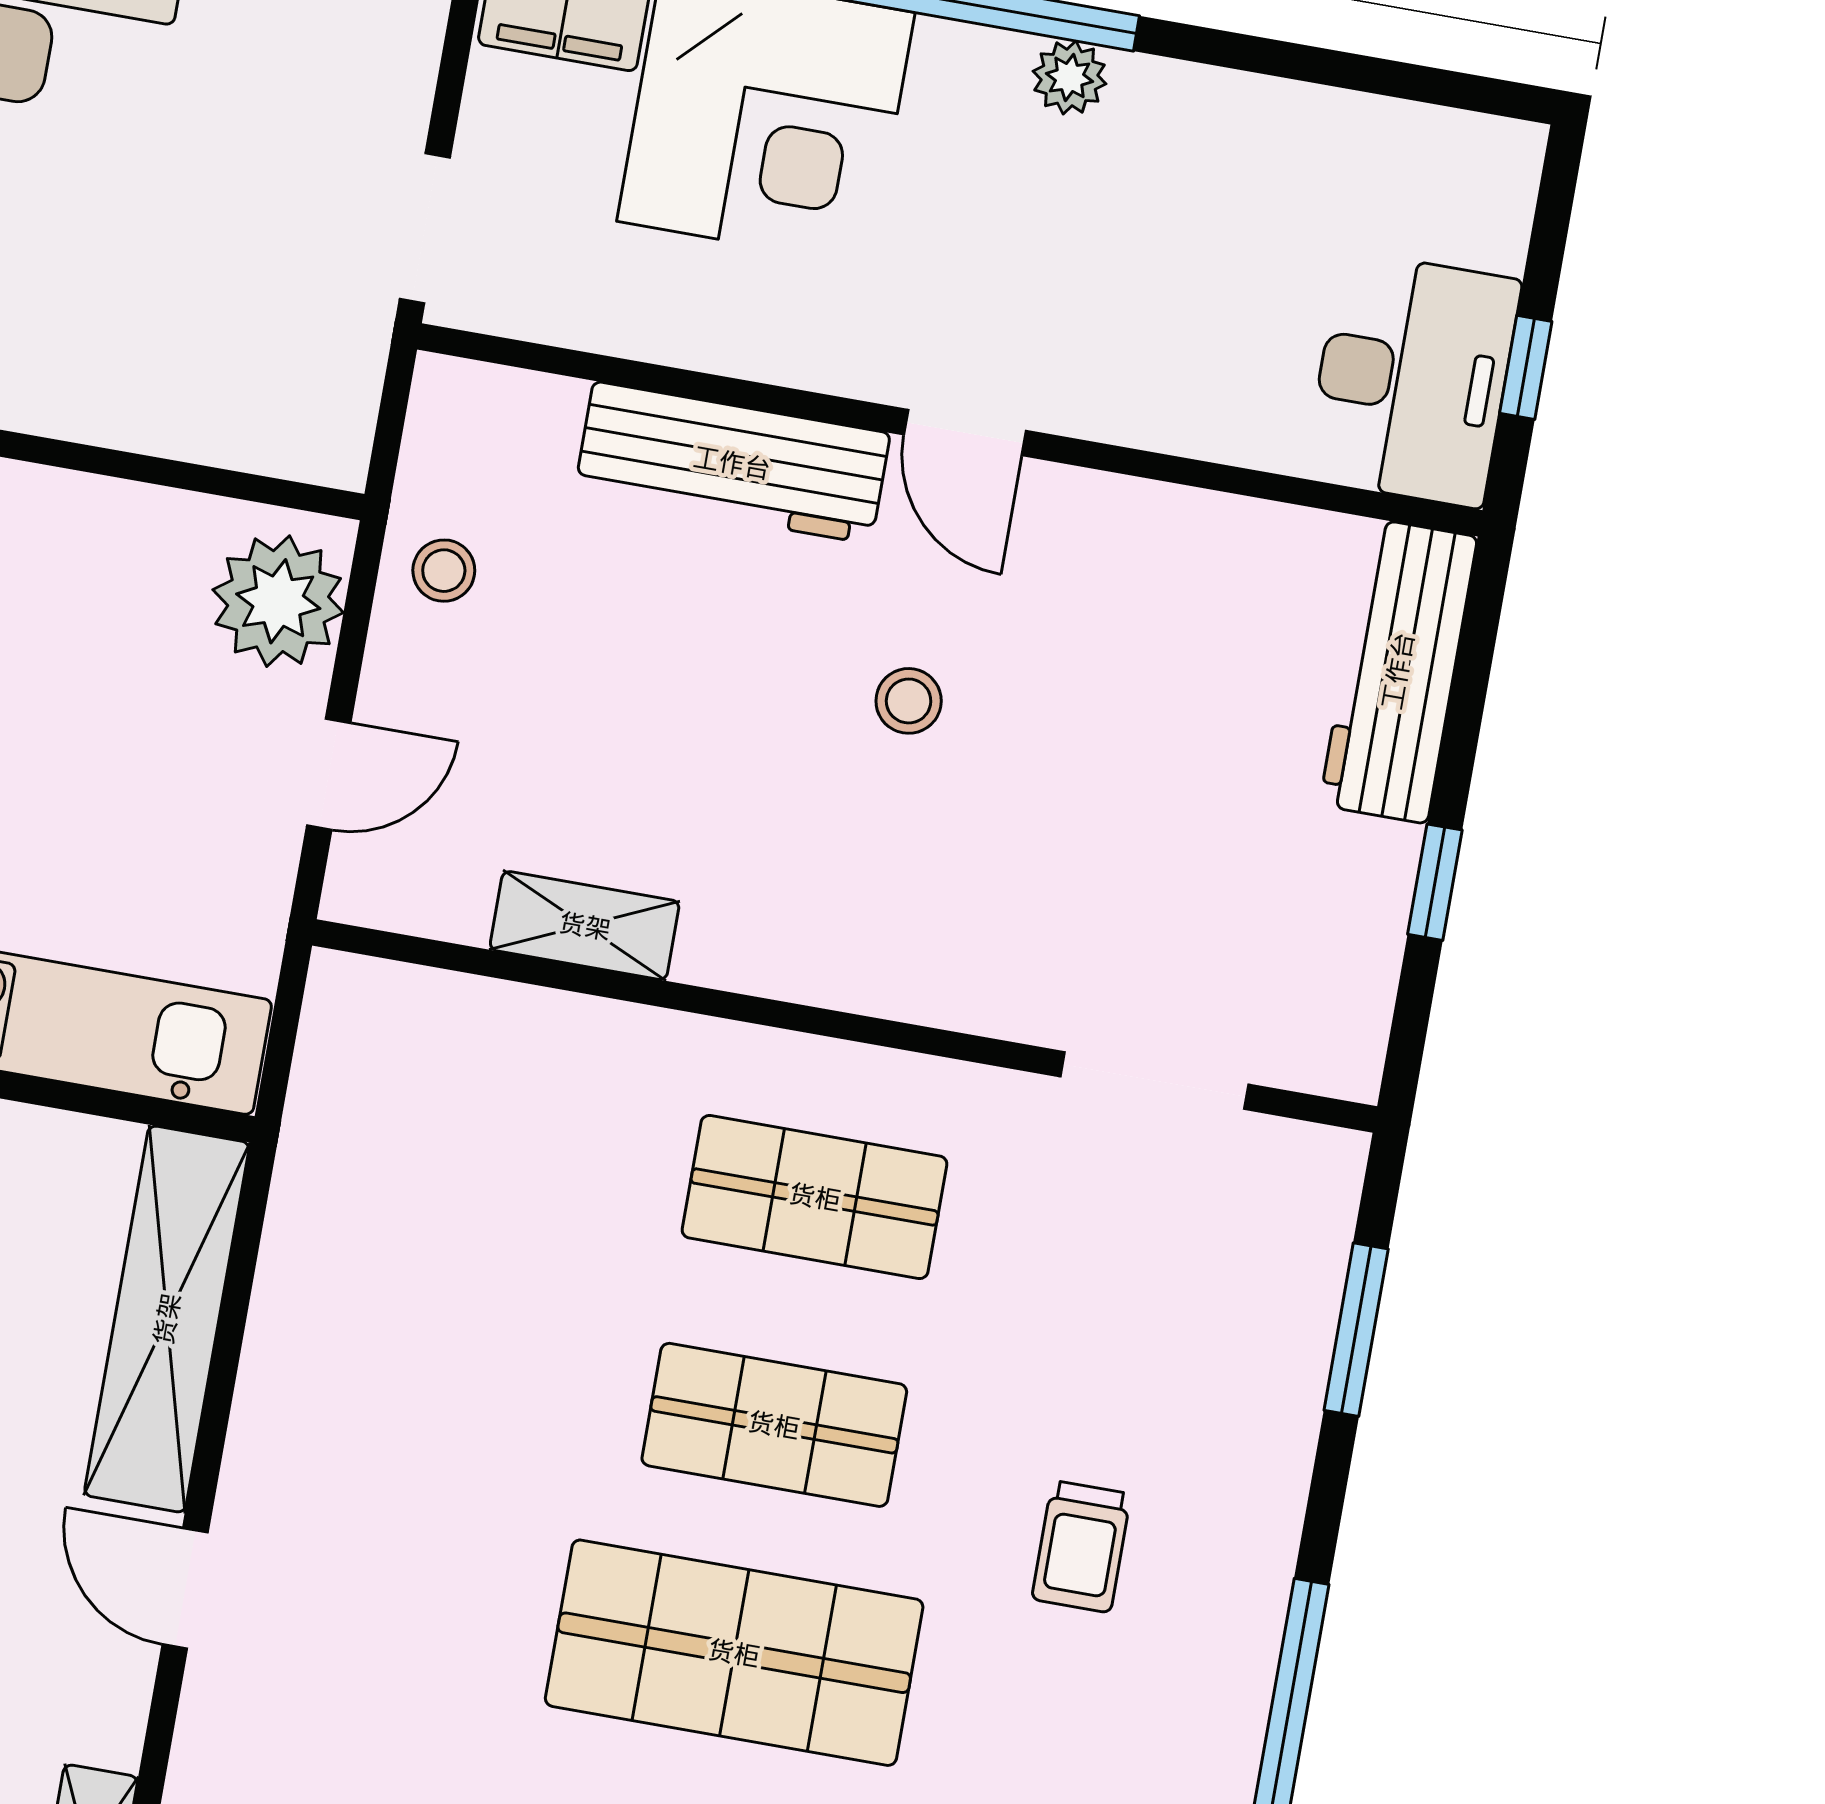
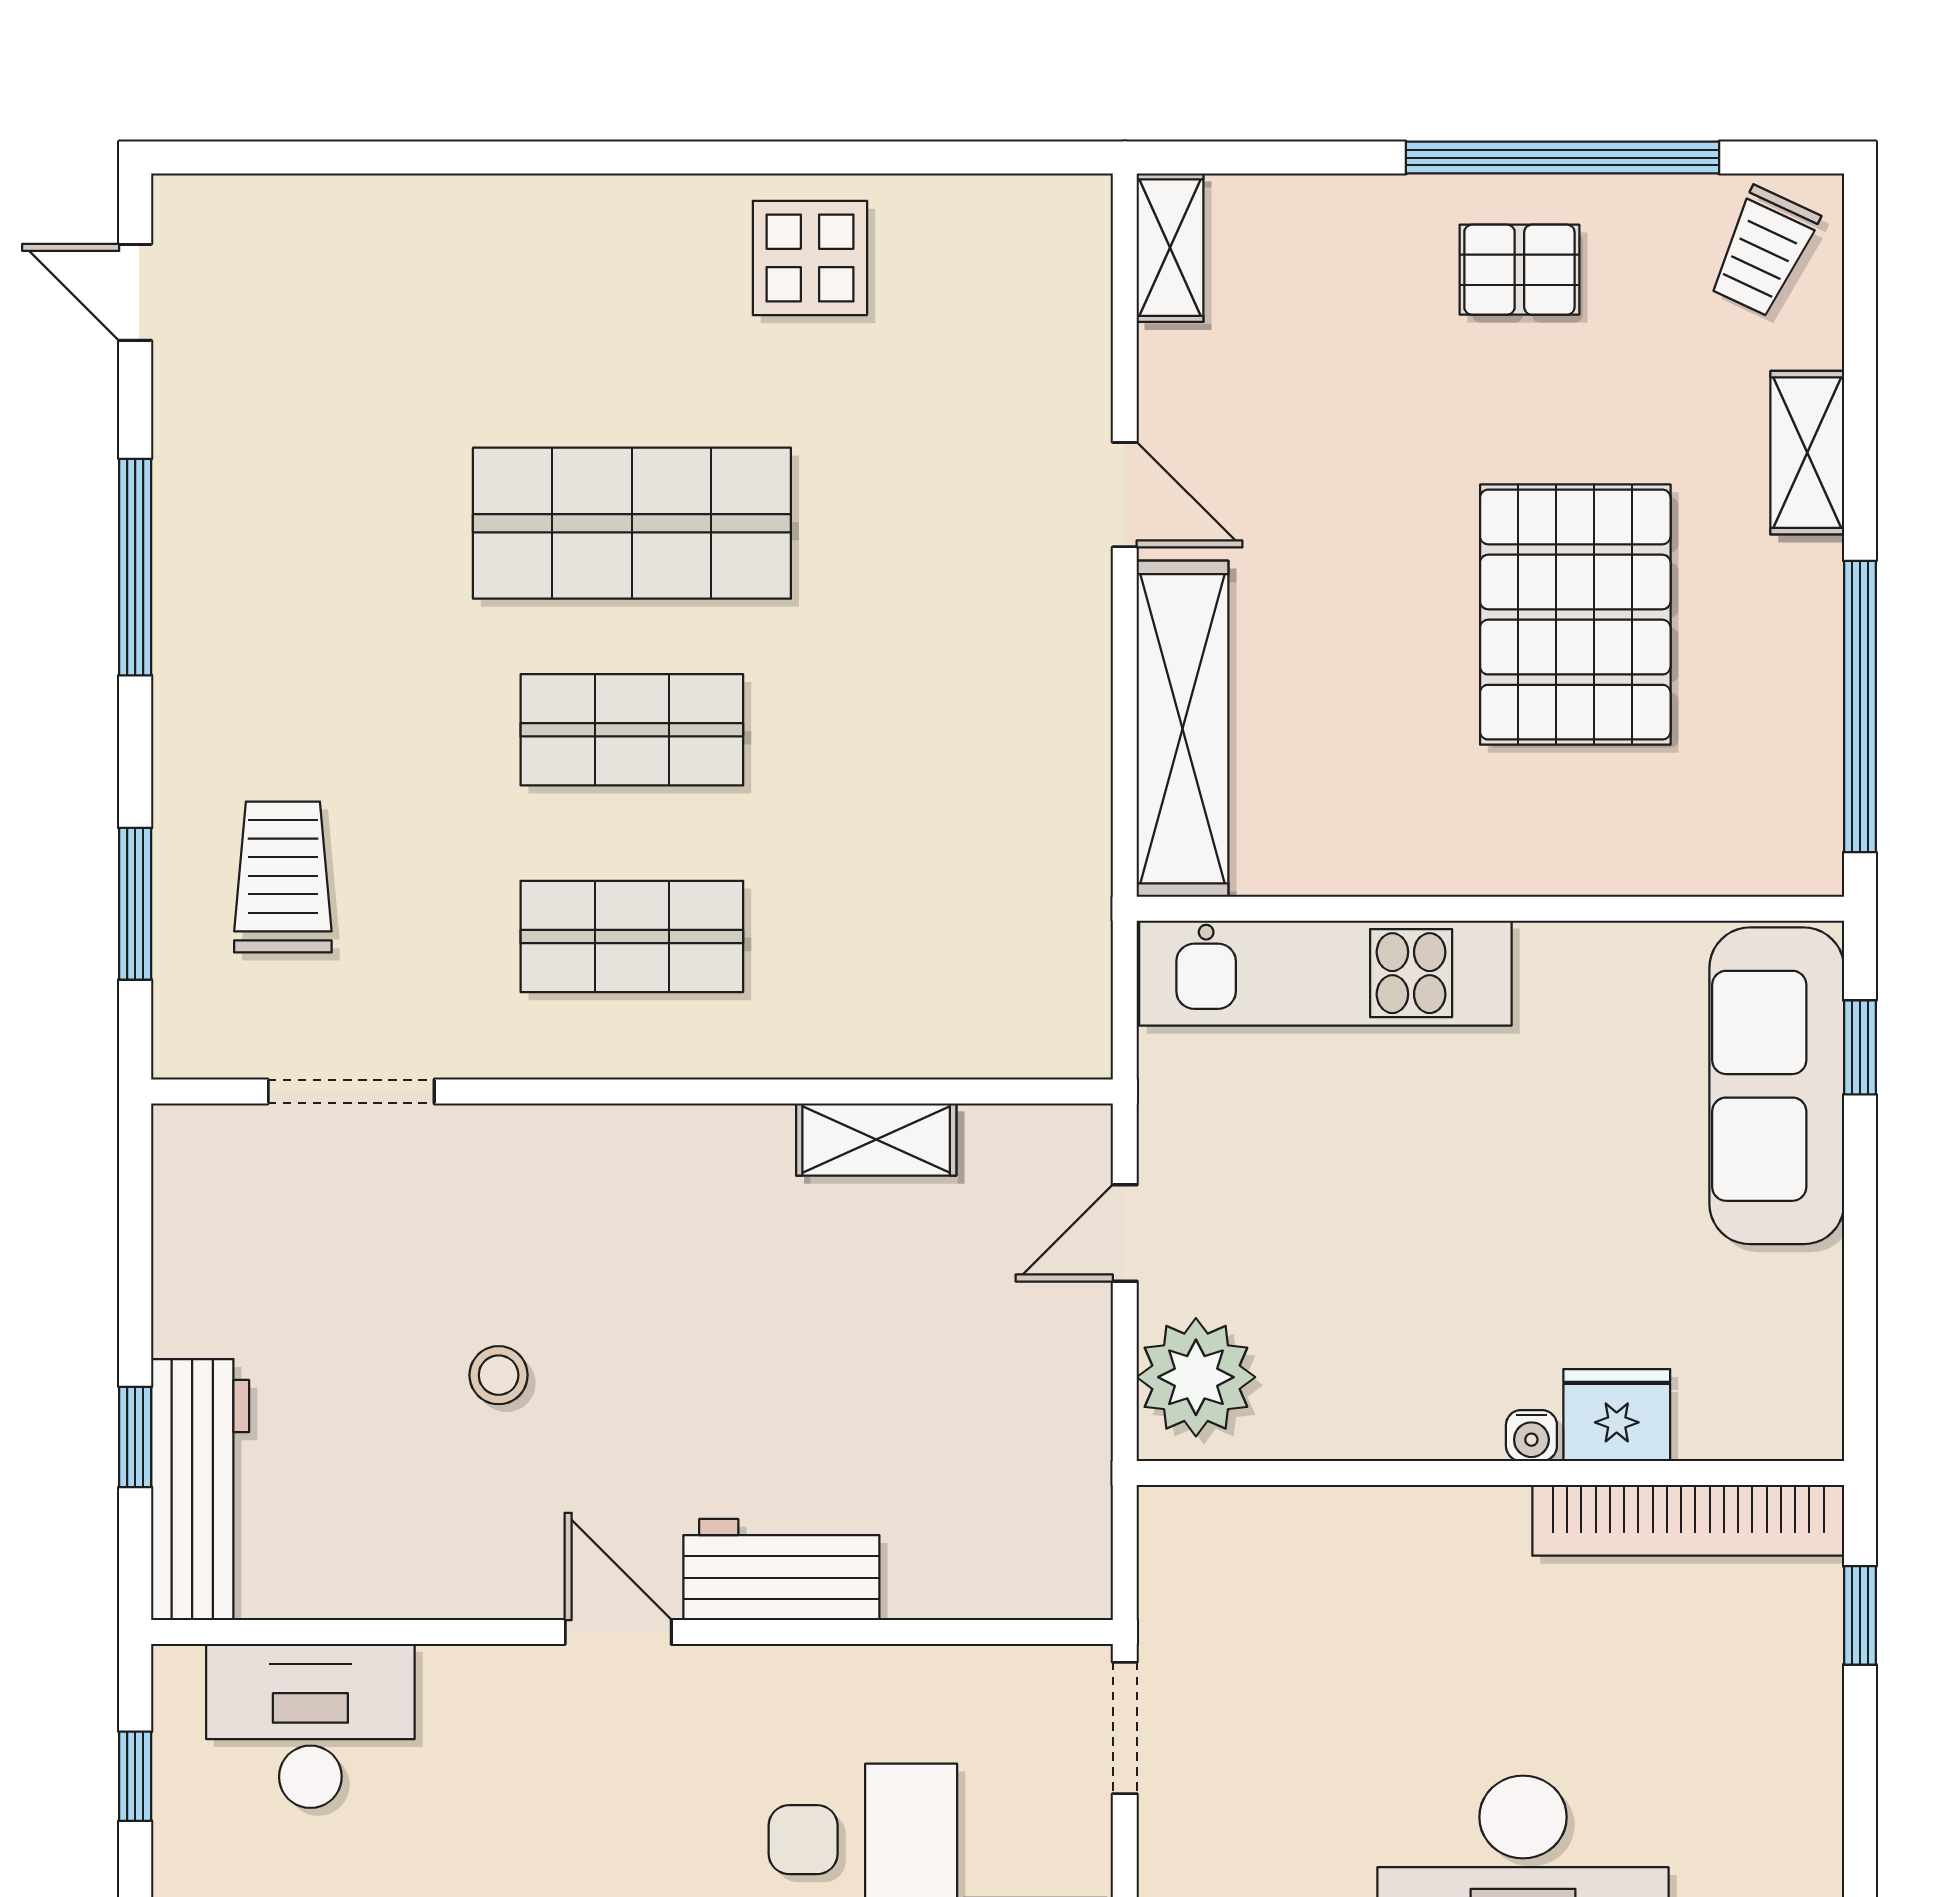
desk: (1412, 379) -> (310, 1726), moved, turned 90
workbench: (732, 463) -> (781, 1569), width x0.73
stool: (444, 571) -> (1055, 1430), removed
stool: (909, 701) -> (499, 1375), moved
window: (1435, 882) -> (135, 1437), moved
trolley: (1081, 1547) -> (283, 877), moved, width x1.36, depth x1.39

